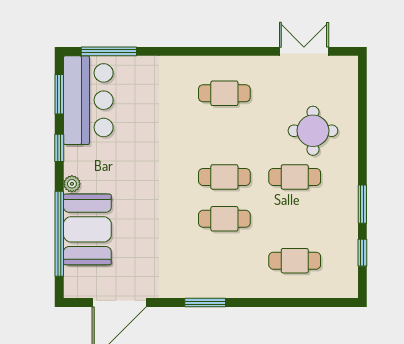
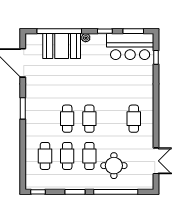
window: (109, 51) -> (156, 57), width x0.46
window: (362, 127) -> (116, 192), added
cafe table: (295, 219) -> (67, 156), added
window: (362, 253) -> (38, 192), moved

